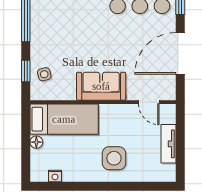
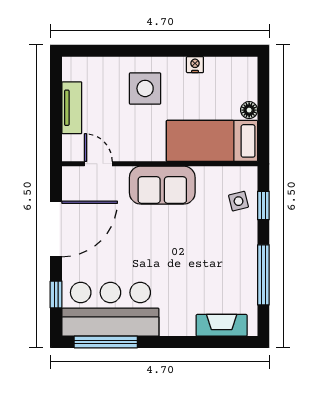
nightstand: (55, 176) -> (195, 65), moved

